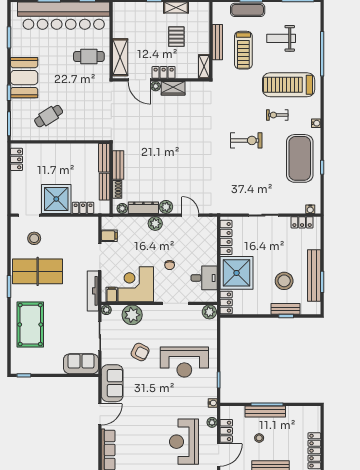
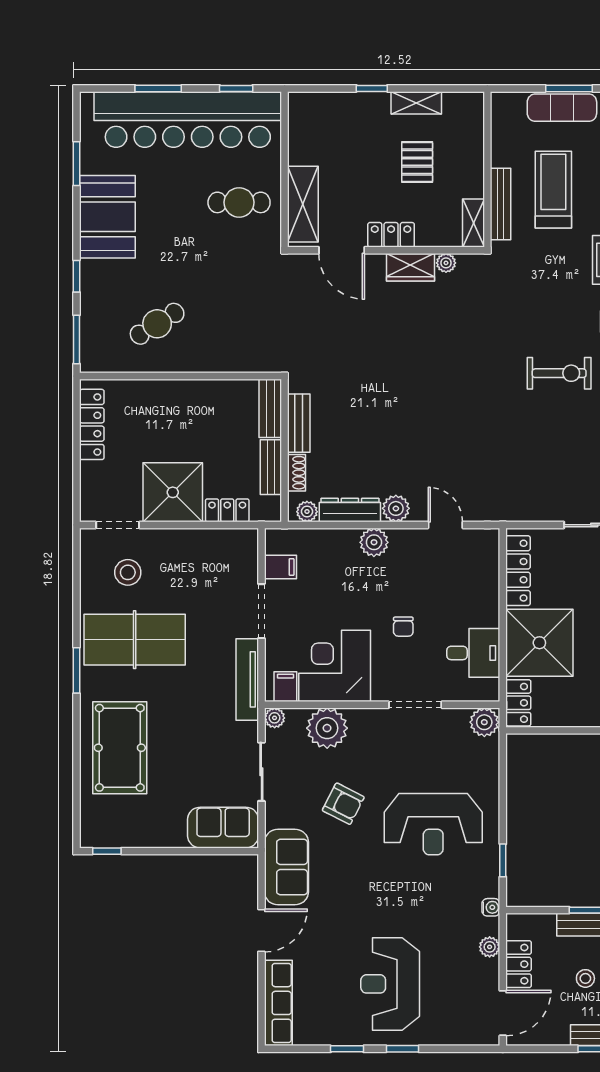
bench: (217, 42) -> (501, 204), moved
treadmill: (243, 50) -> (553, 190), turned 180
booth: (24, 78) -> (107, 217), moved
plant: (156, 86) -> (446, 263), moved
locker: (16, 159) -> (92, 424), width x1.53
reception desk: (184, 442) -> (390, 984), moved

